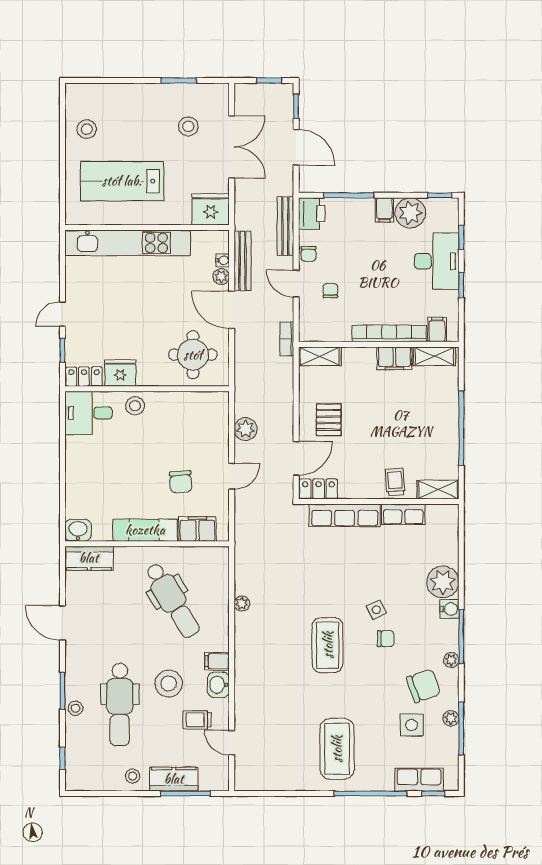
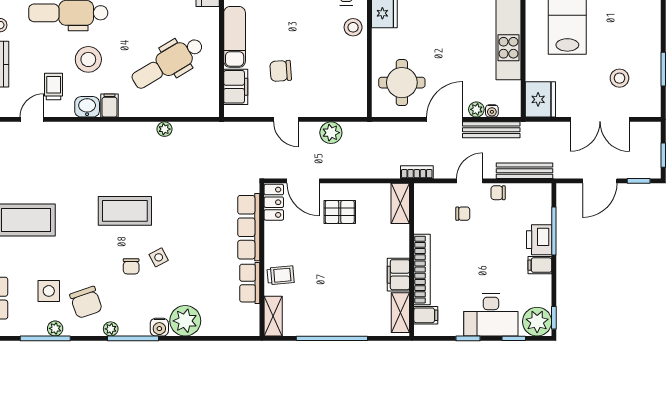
plant: (410, 213) -> (537, 322), moved
printer: (312, 214) -> (539, 240), moved, turned 90

